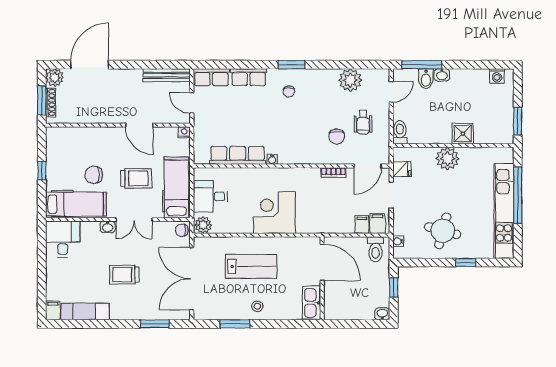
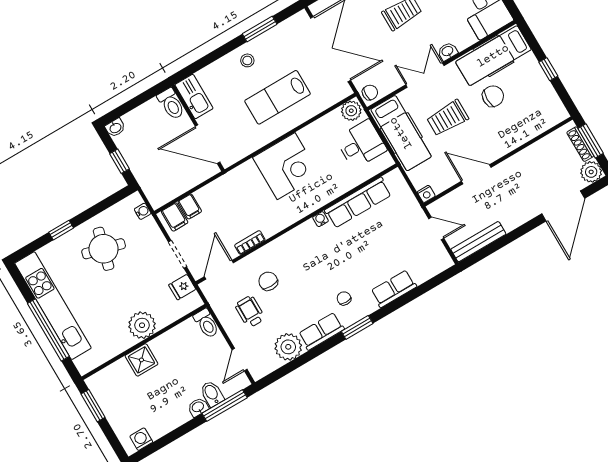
row of seats: (211, 77) -> (321, 331), moved
toilet: (376, 249) -> (171, 104), moved, turned 180

